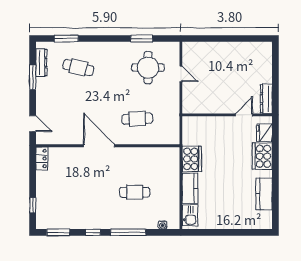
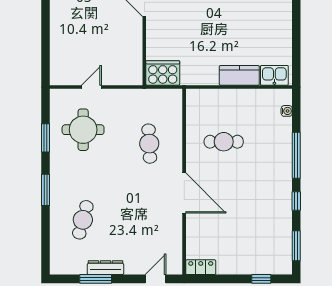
window: (66, 39) -> (45, 190), moved
dresser: (41, 63) -> (106, 268), moved
door: (99, 146) -> (184, 193), swing flipped
cooker: (192, 159) -> (163, 73), moved
cafe table: (135, 192) -> (224, 142), moved, turned 90

